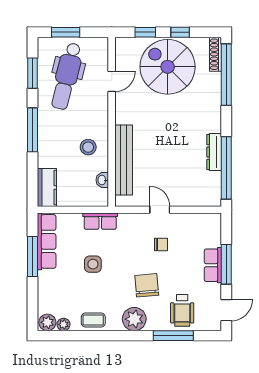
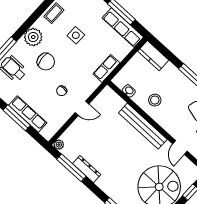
bench: (124, 160) -> (143, 126), moved
window: (226, 168) -> (71, 168), width x0.68
plant: (215, 200) -> (59, 145), added
side table: (93, 264) -> (76, 35), moved
row of seats: (213, 265) -> (28, 114), width x1.48

